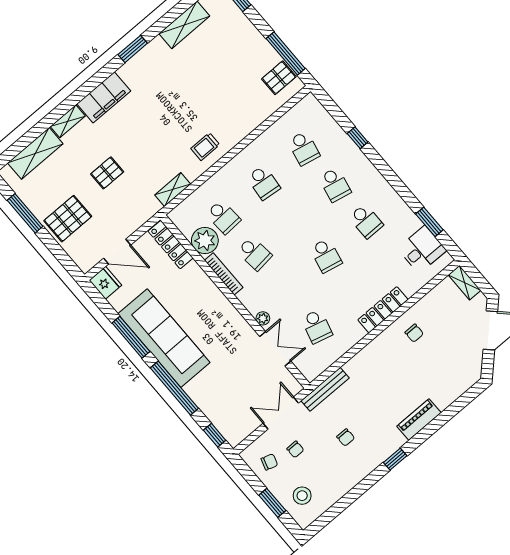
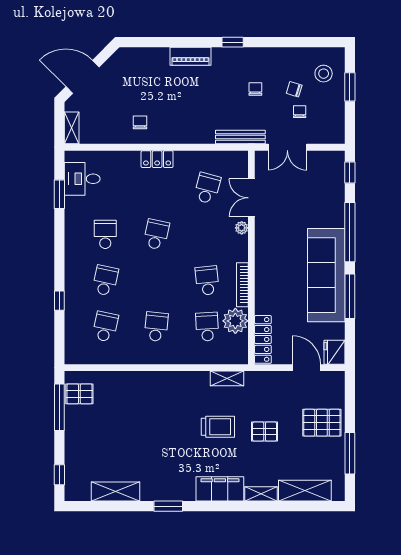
trolley: (205, 147) -> (218, 427), moved, width x1.36, depth x1.39
locker: (383, 310) -> (157, 159), width x0.66
chair: (269, 462) -> (294, 89), moved

